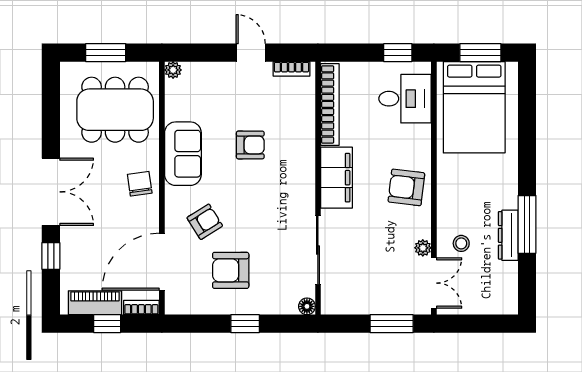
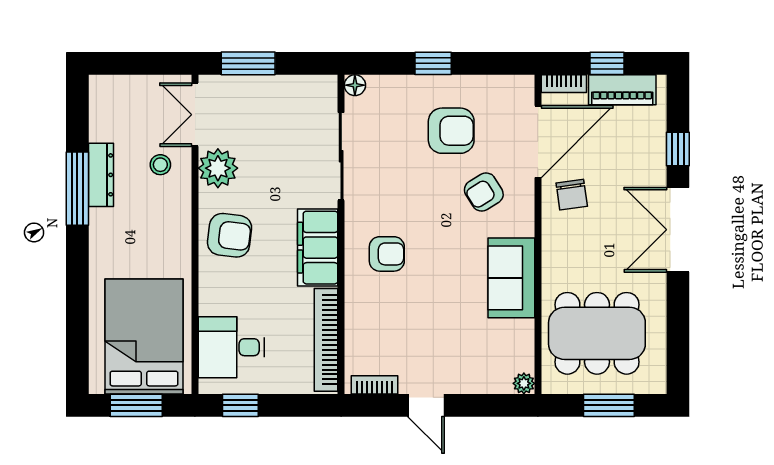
armchair: (250, 145) -> (387, 254), moved, turned 180
chair: (140, 184) -> (572, 195), moved
plant: (423, 248) -> (218, 168), width x1.88, depth x1.88

